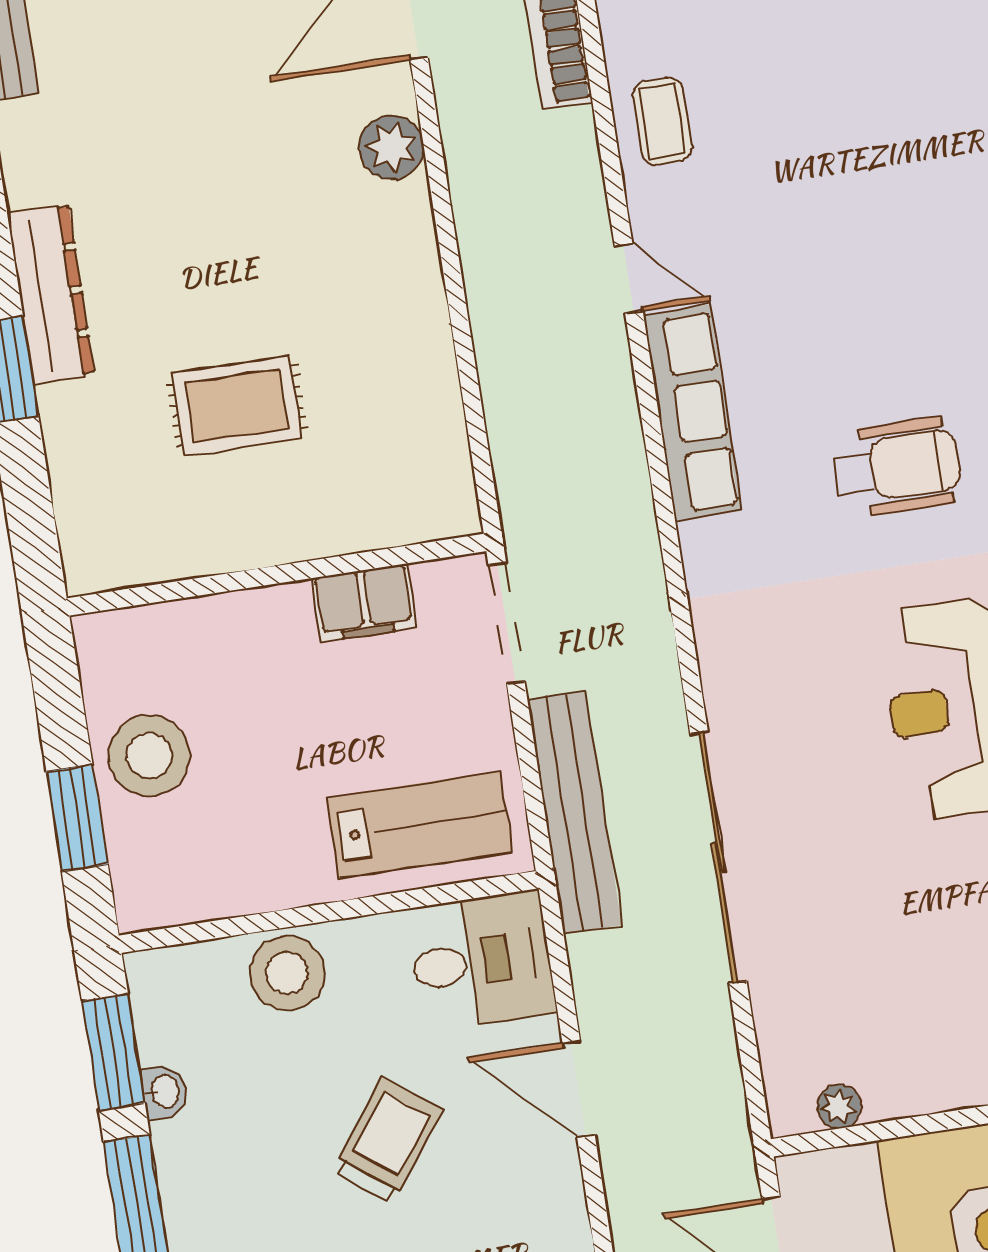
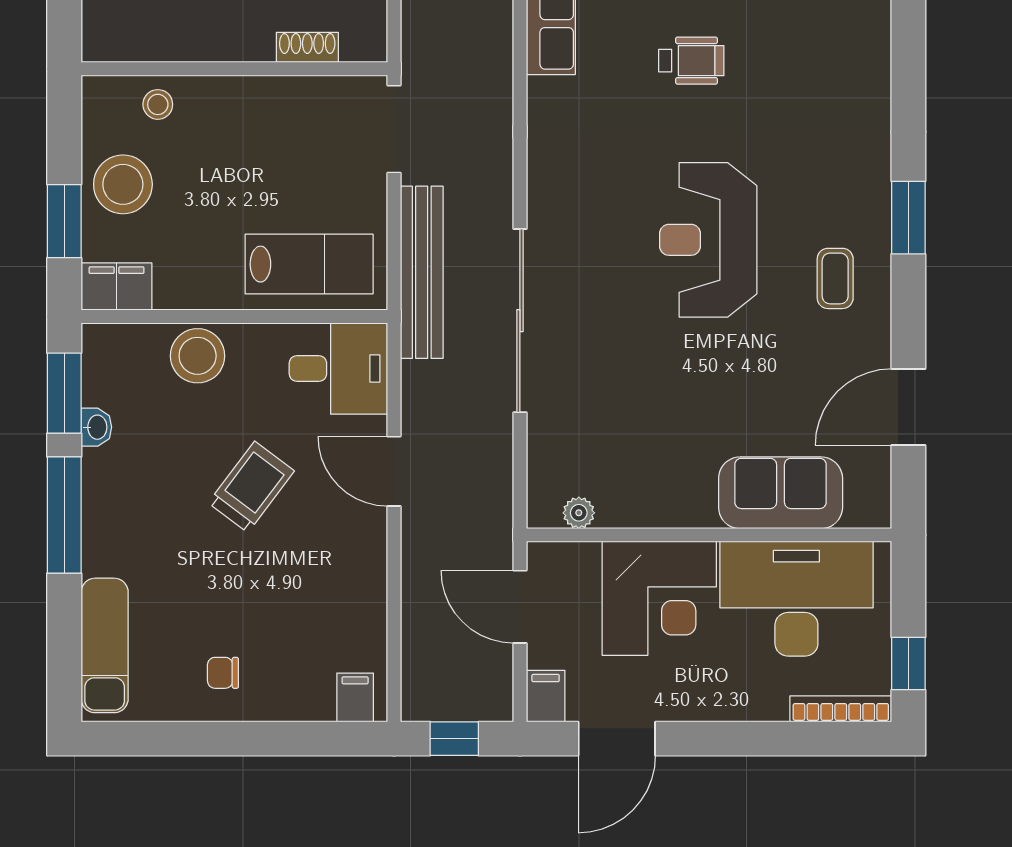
wheelchair: (897, 467) -> (691, 61), width x0.73, depth x0.73
shoe rack: (371, 530) -> (307, 47), added
filing cabinet: (364, 603) -> (116, 287), moved, turned 180
stool: (180, 639) -> (158, 104), added

